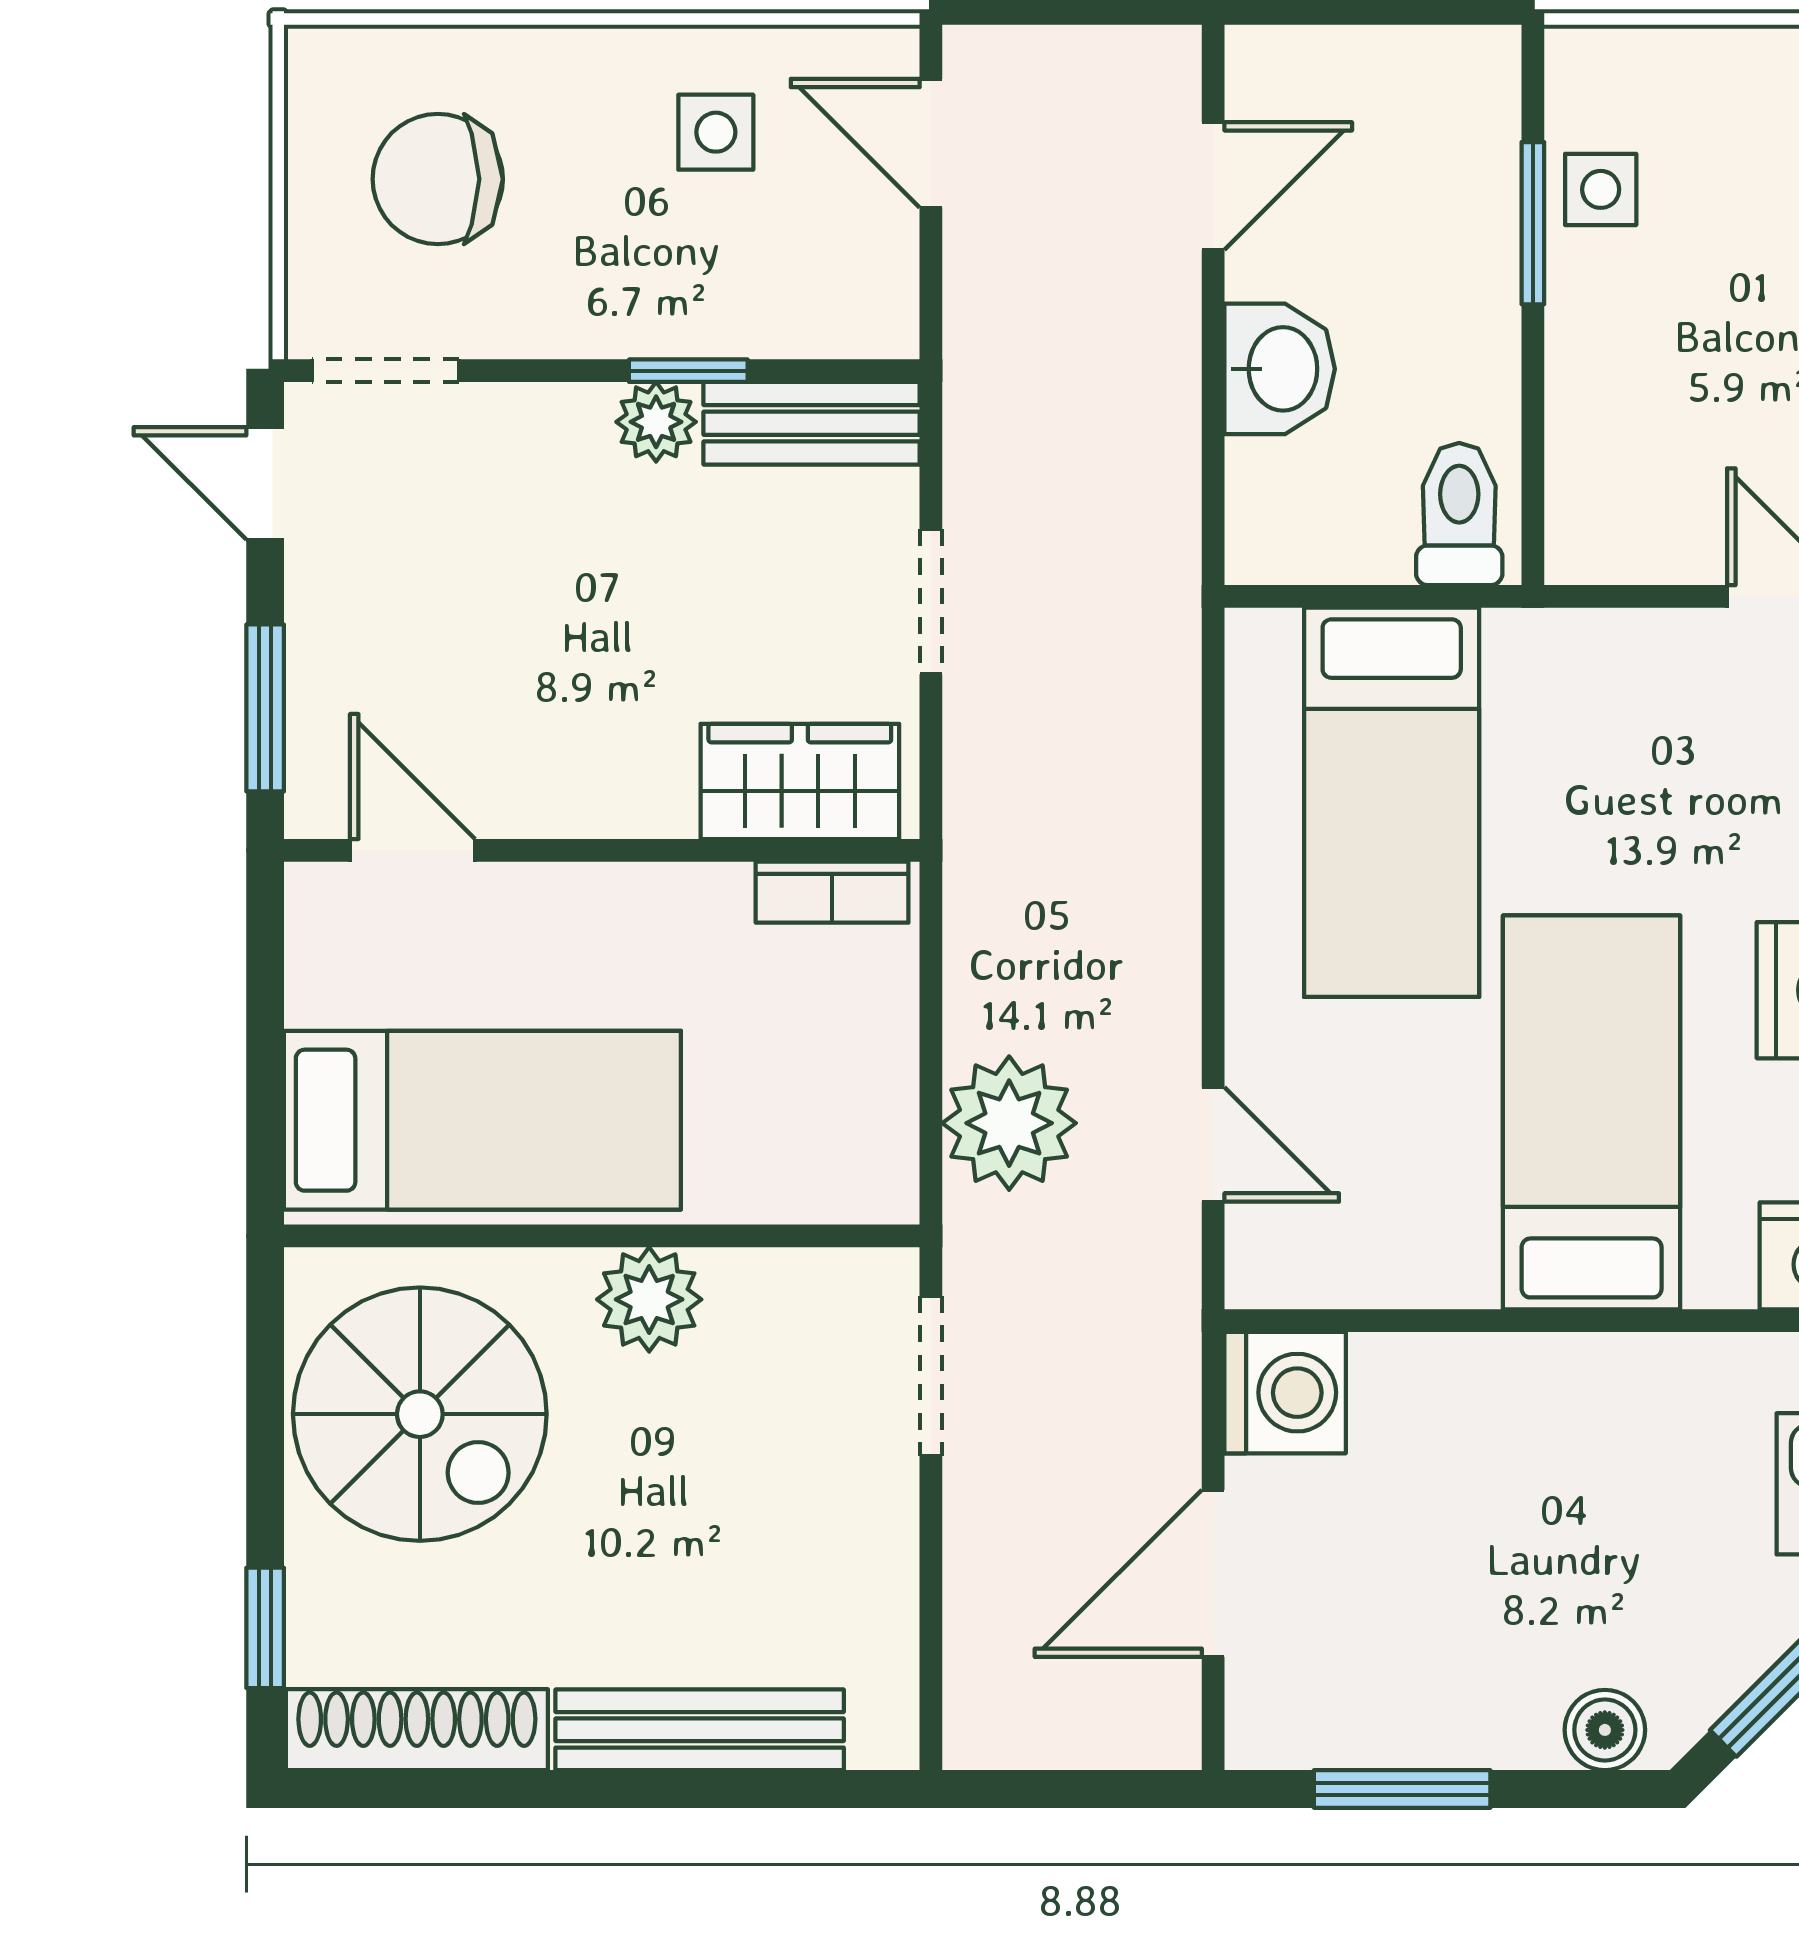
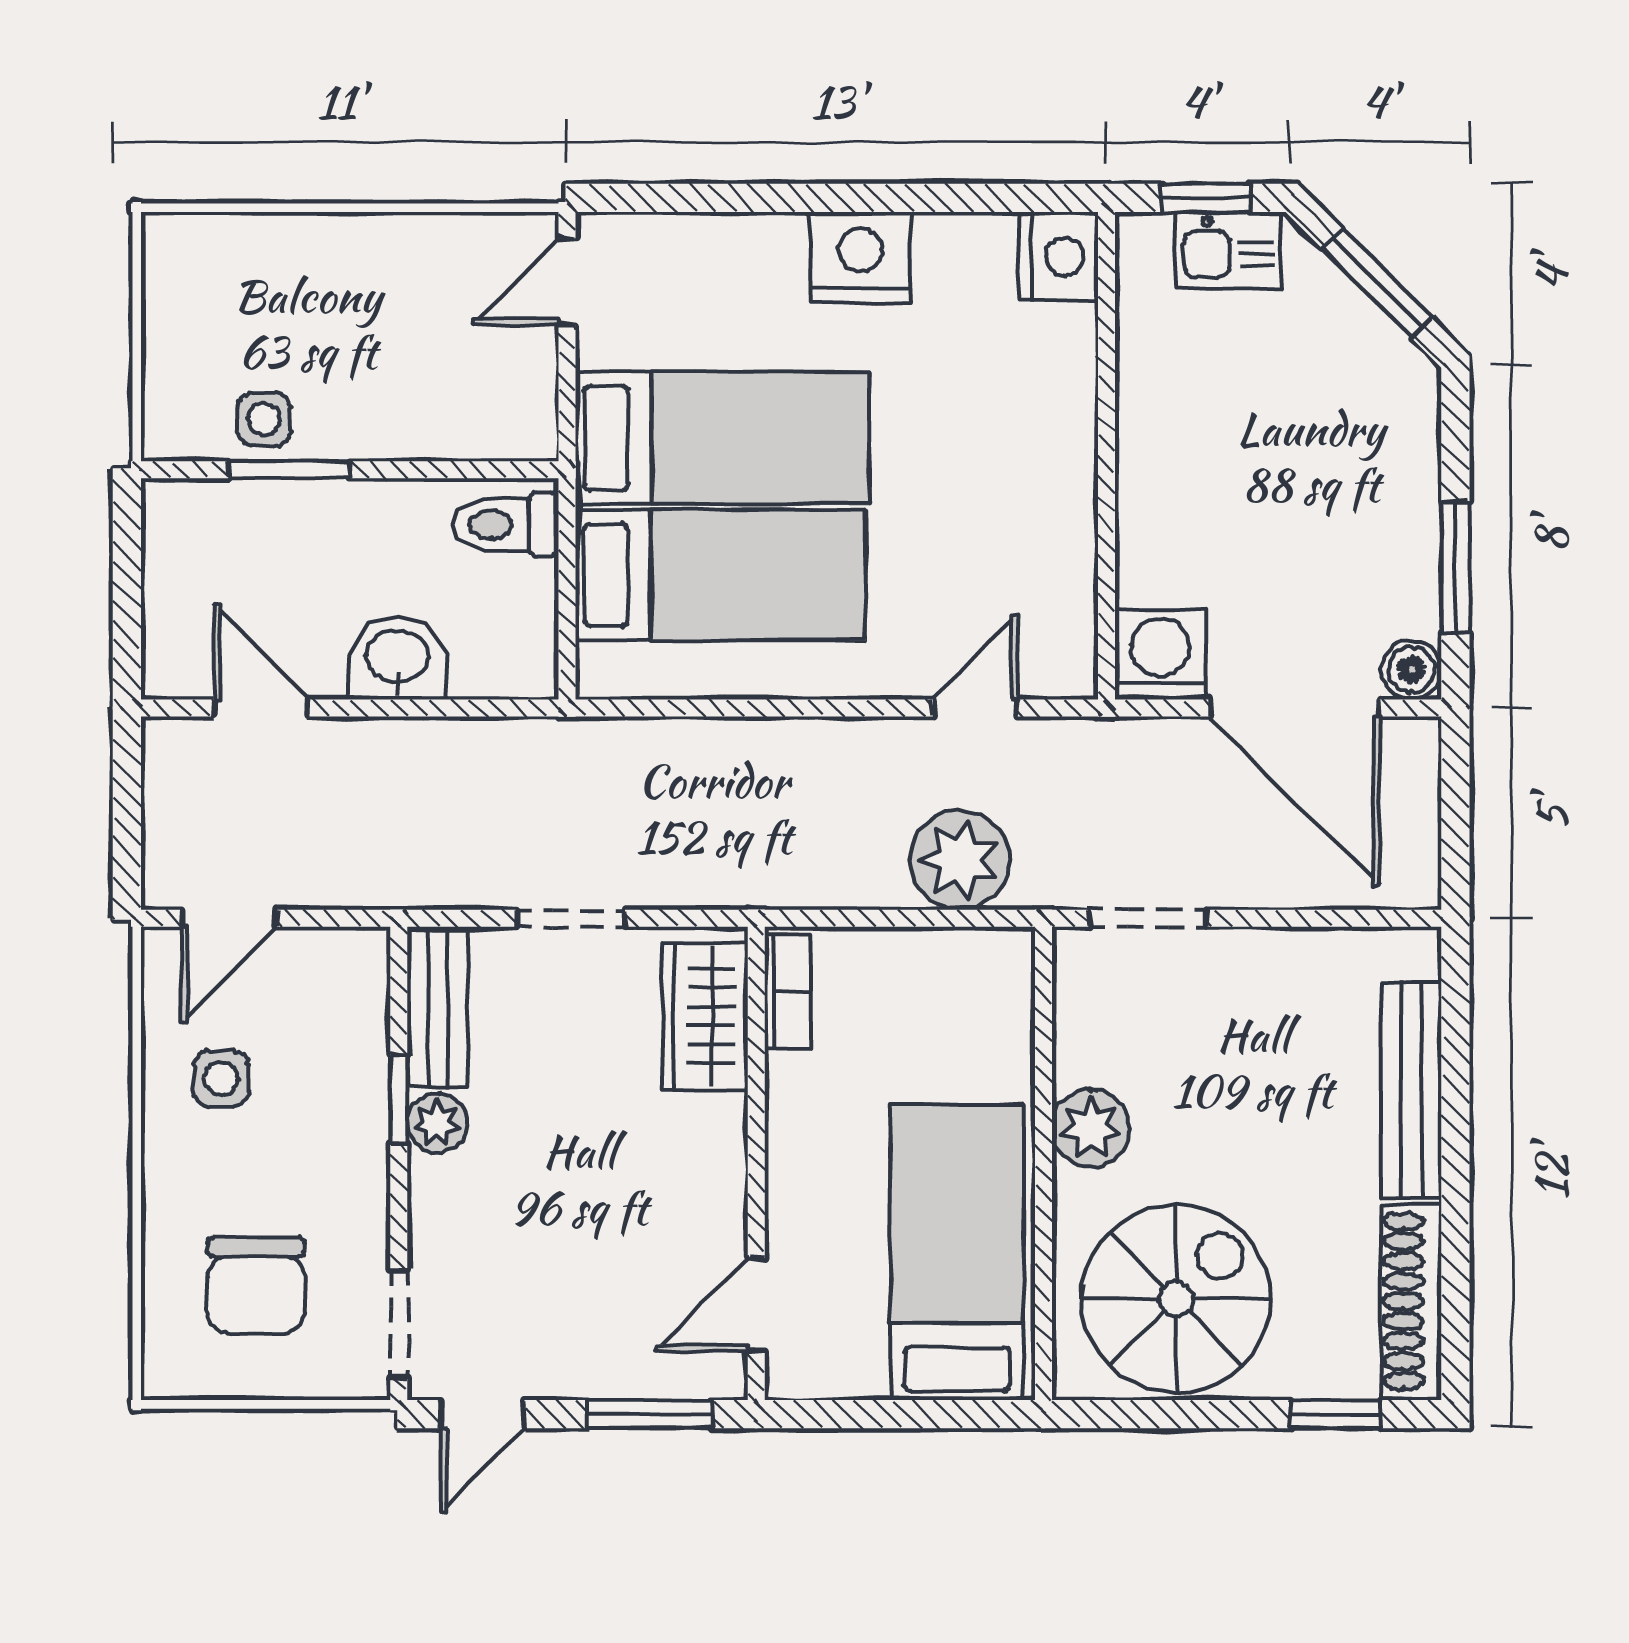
bed: (1592, 1112) -> (722, 438), moved, turned 180
door: (1213, 1573) -> (1295, 708), width x1.36
boiler: (1605, 1730) -> (1411, 670), moved

